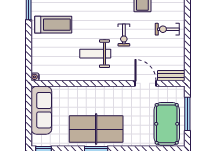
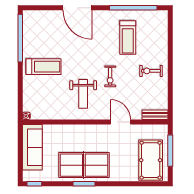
weight bench: (95, 54) -> (83, 94), turned -90
door: (146, 83) -> (121, 122), moved

